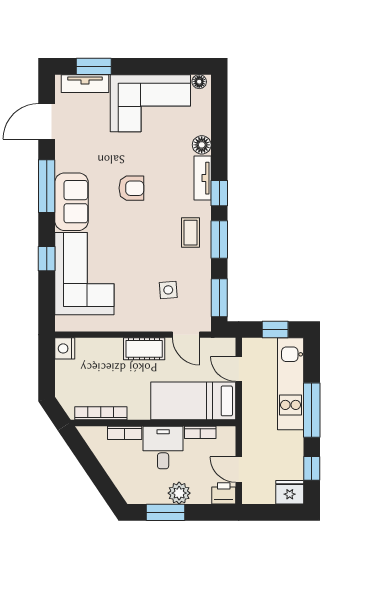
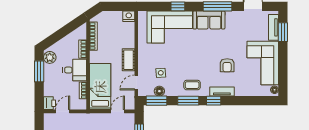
floor lamp: (202, 145) -> (159, 91), moved
armchair: (131, 188) -> (227, 65), moved
plant: (179, 493) -> (50, 57), moved

